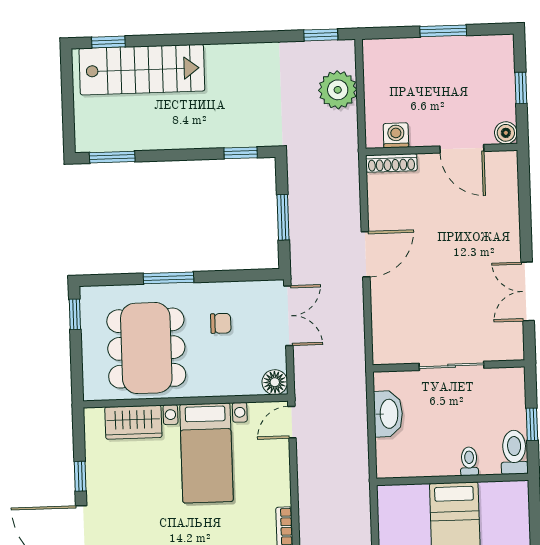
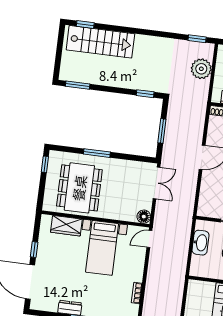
chair: (221, 323) -> (120, 181), removed

